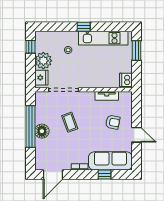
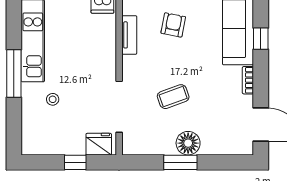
window: (84, 27) -> (14, 73), width x2.17
window: (30, 47) -> (75, 162), moved
plant: (43, 61) -> (70, 141), removed
window: (30, 126) -> (180, 162), width x0.47

